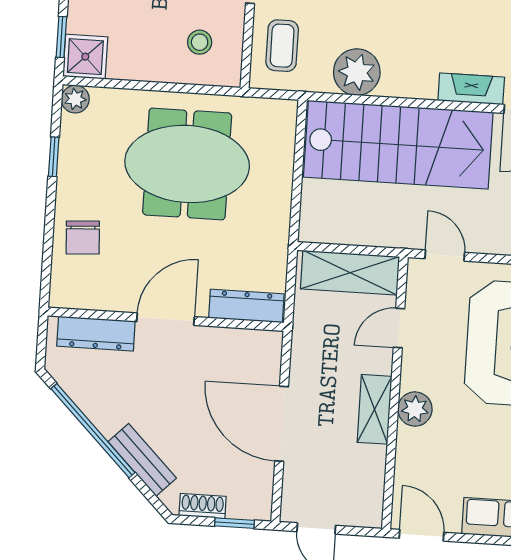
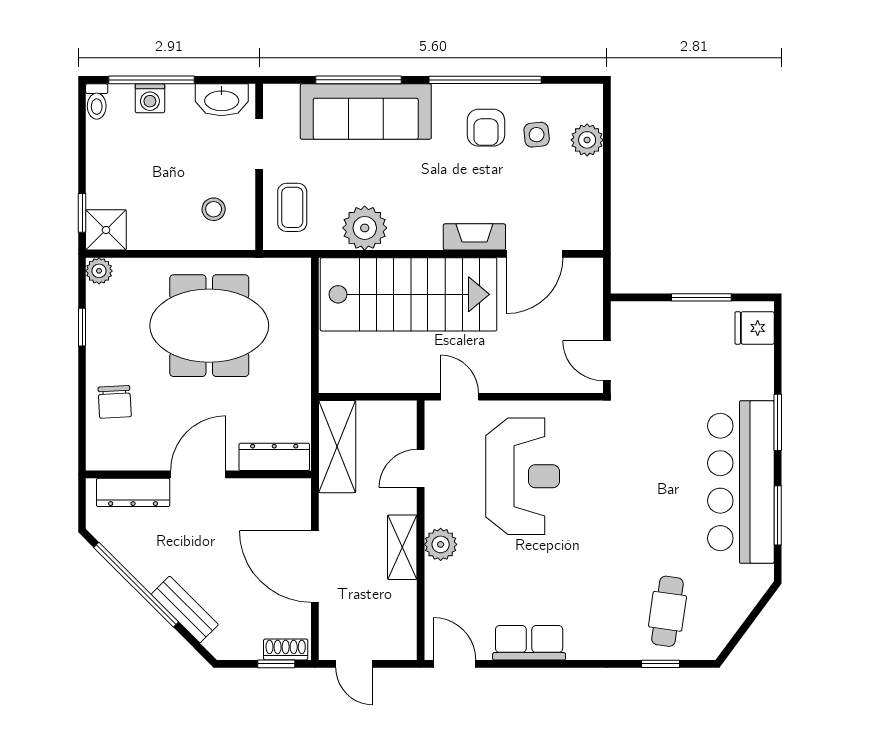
shelving: (350, 273) -> (337, 447), moved, turned 90
shoe rack: (203, 506) -> (286, 649), moved

